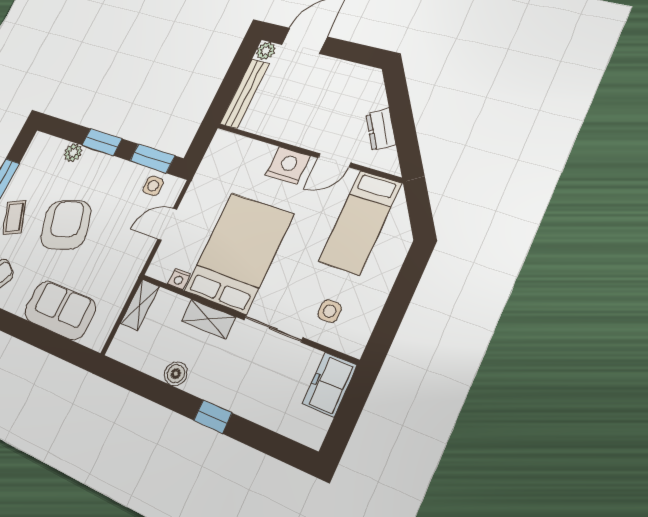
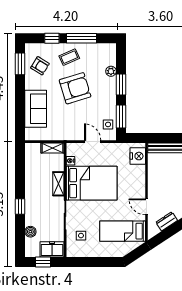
nightstand: (288, 165) -> (138, 156), moved
boiler: (176, 374) -> (30, 232), moved
window: (347, 416) -> (43, 262), added

